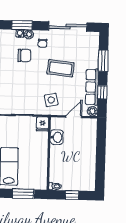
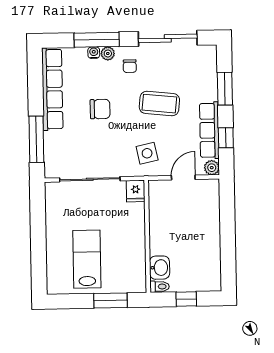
window: (22, 25) -> (97, 40), width x1.44
chair: (24, 55) -> (100, 109), moved
washbasin: (57, 137) -> (160, 268), moved

